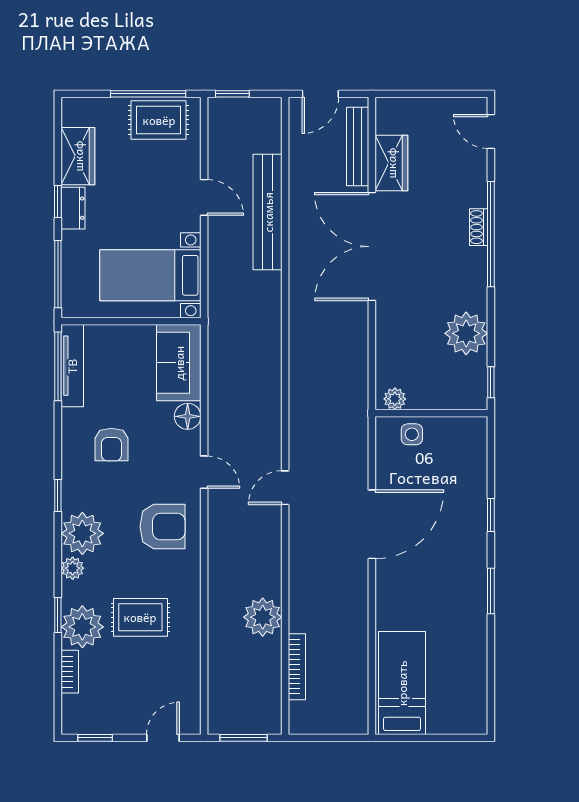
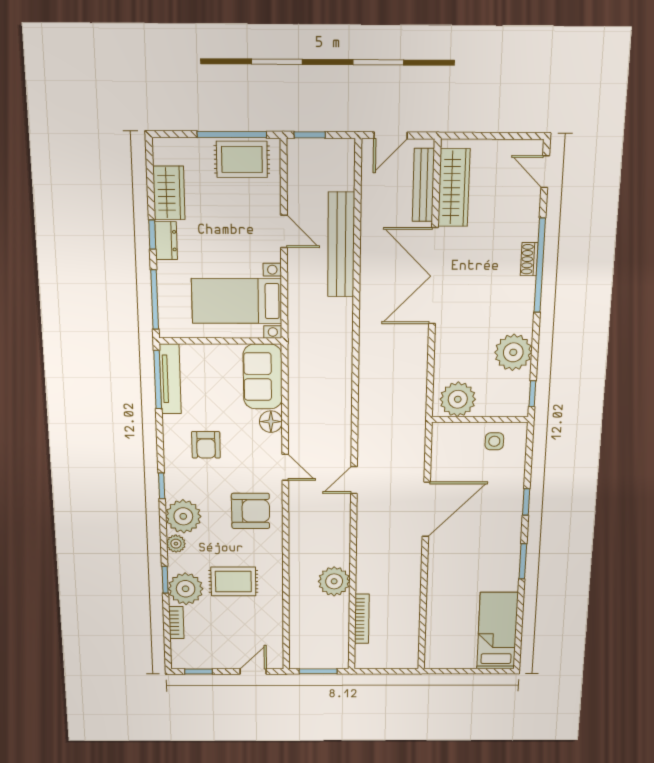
wardrobe: (391, 163) -> (454, 188), width x1.50
plant: (395, 399) -> (458, 399), width x1.87, depth x1.87
side table: (412, 434) -> (494, 441), moved
bed: (402, 683) -> (497, 631), moved

